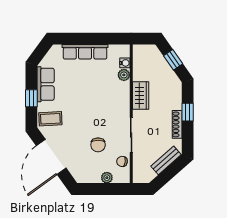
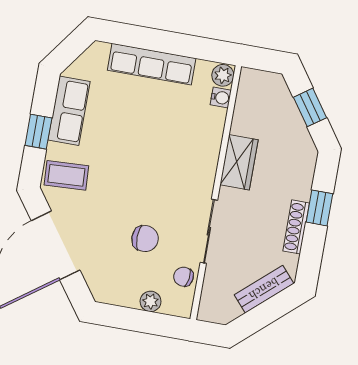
plant: (124, 75) -> (223, 75), moved
chair: (98, 145) -> (145, 239), turned -90

